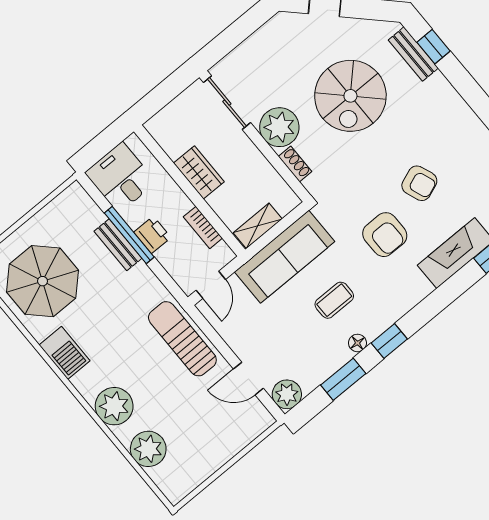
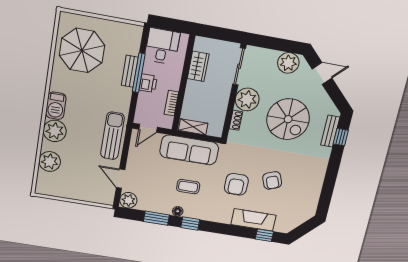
plant: (275, 37) -> (288, 63), added
spiral stairs: (350, 96) -> (288, 119), turned -90
wardrobe: (199, 172) -> (198, 66), moved
barbecue: (65, 353) -> (56, 106), moved

